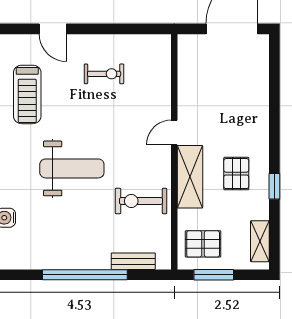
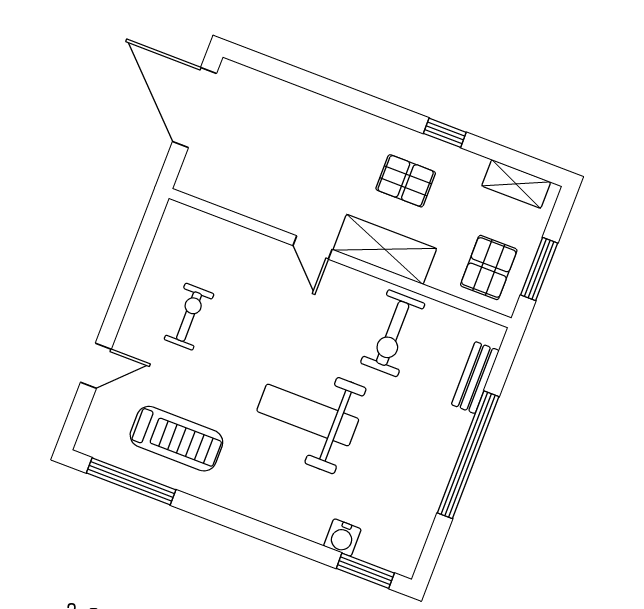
weight bench: (72, 168) -> (308, 415), turned -90

